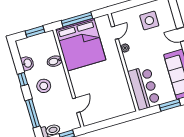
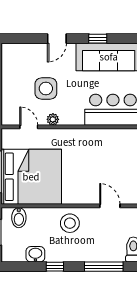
side table: (149, 21) -> (46, 88), moved
bidet: (55, 61) -> (19, 218), moved
stool: (44, 86) -> (70, 223), moved

